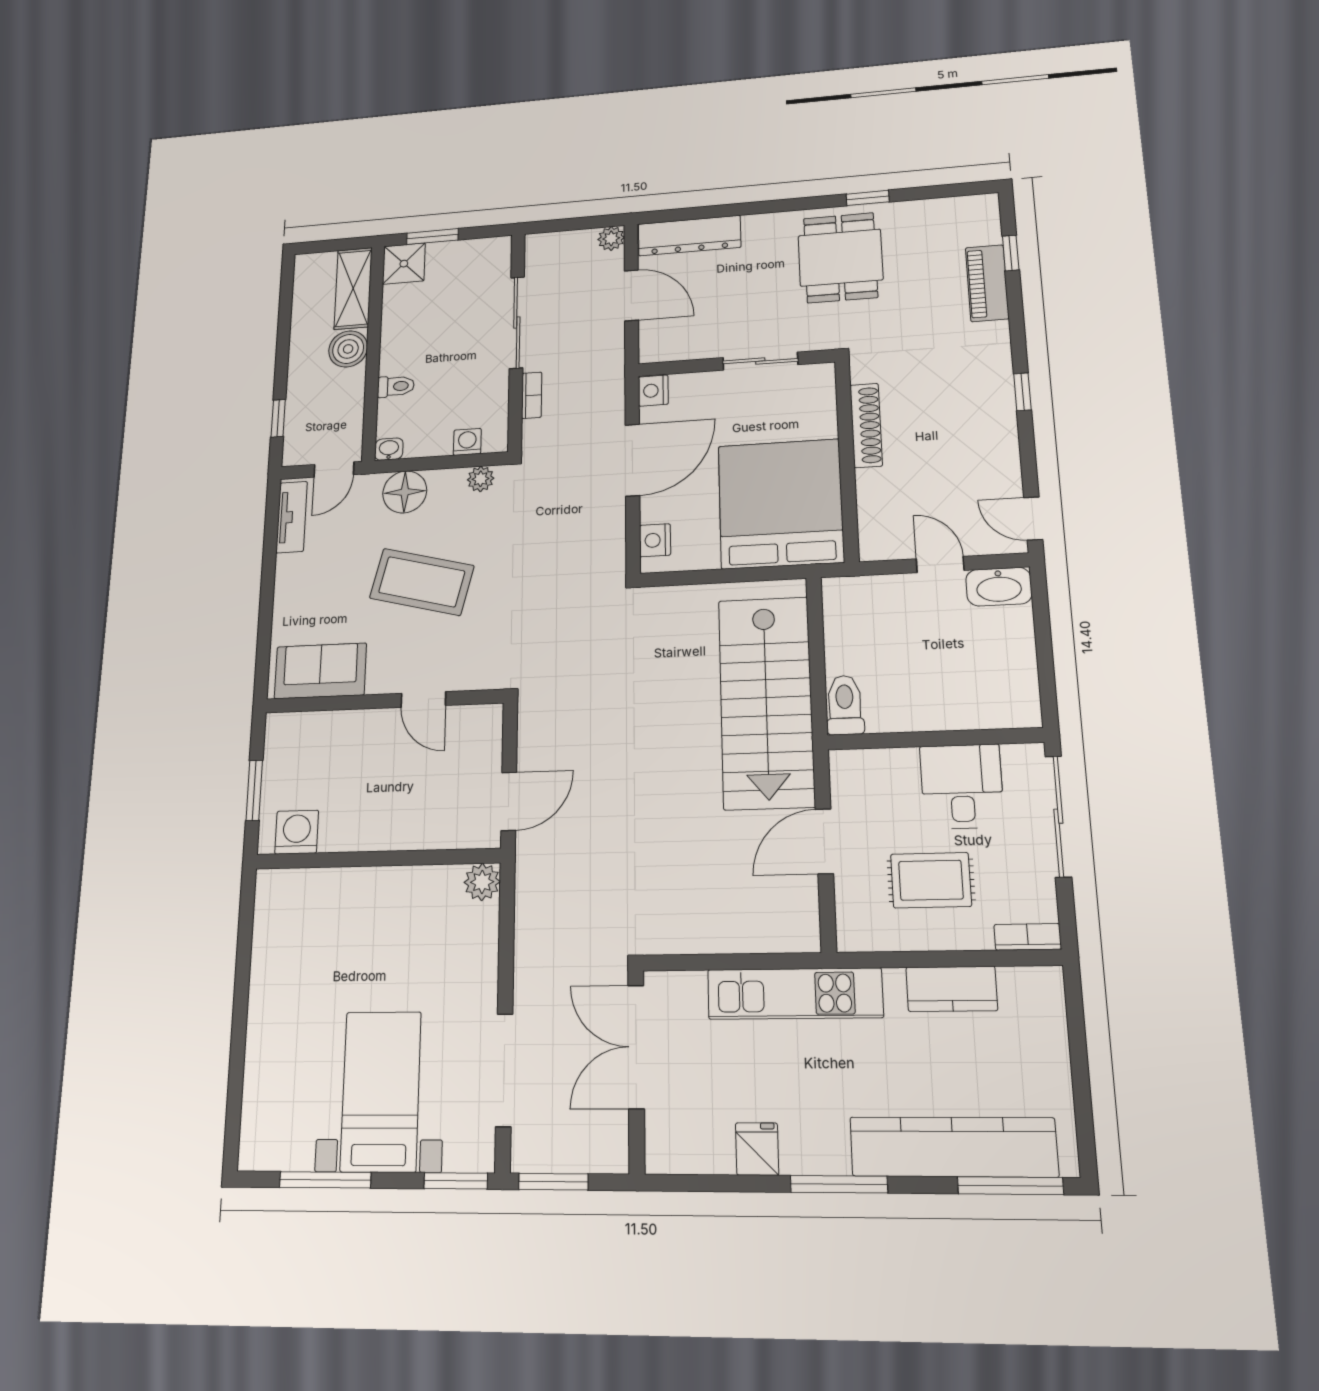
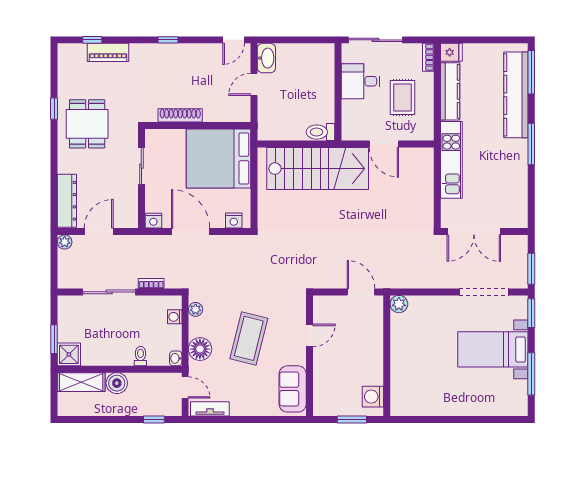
dining table: (840, 258) -> (87, 124), turned 90
kitchen counter: (952, 989) -> (450, 91), width x1.50
fridge: (757, 1149) -> (451, 52), moved, turned 180

